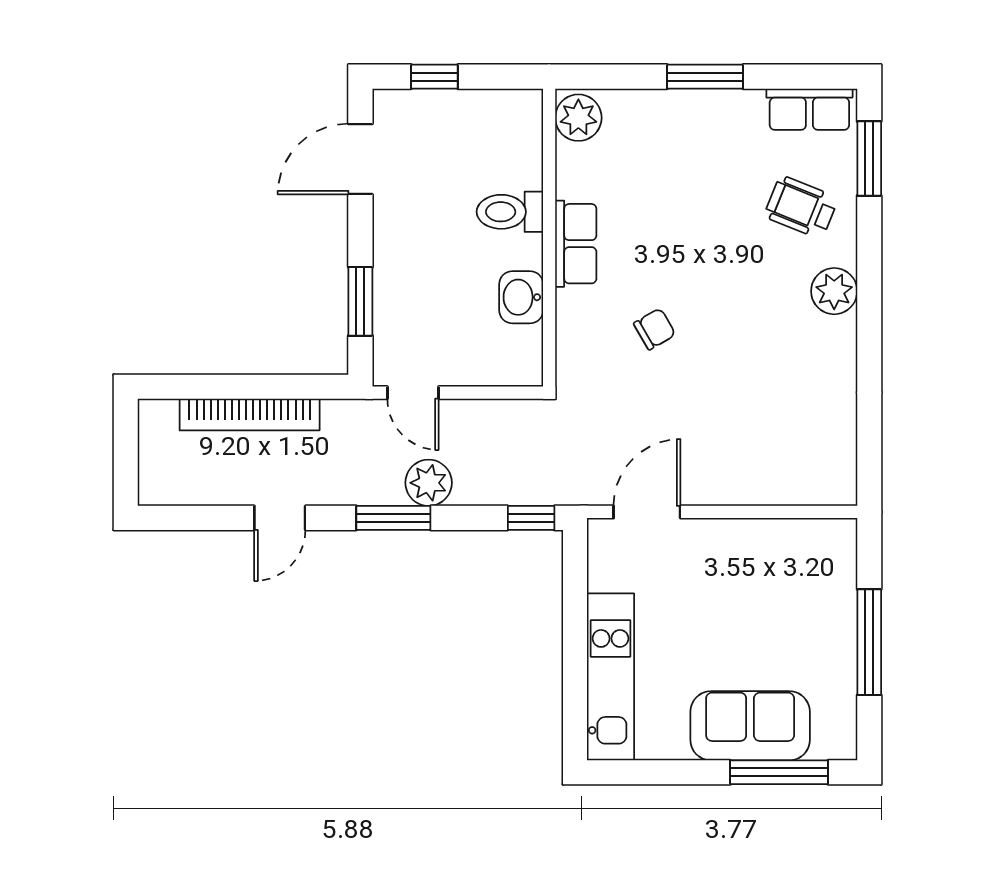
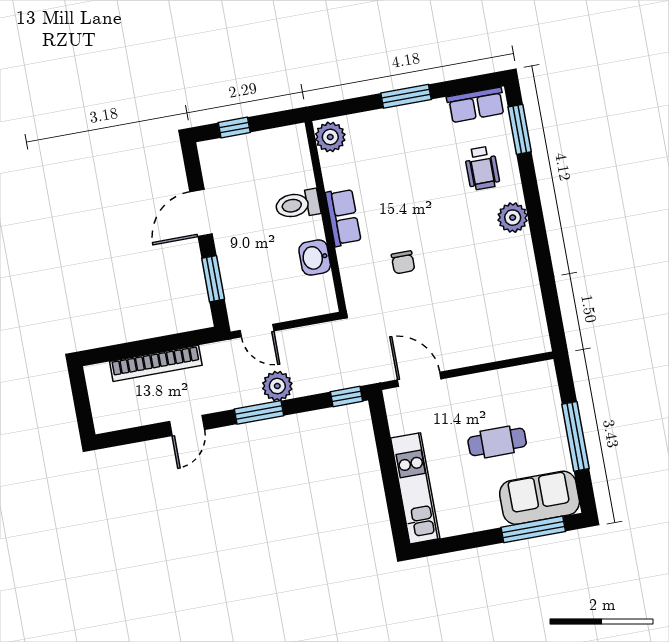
door: (360, 159) -> (201, 213), moved
wheelchair: (801, 207) -> (482, 168), turned -112
chair: (655, 329) -> (403, 262), turned 120
door: (647, 512) -> (419, 379), hinge flipped
cafe table: (748, 629) -> (497, 442), added
sofa: (750, 726) -> (540, 498), moved

